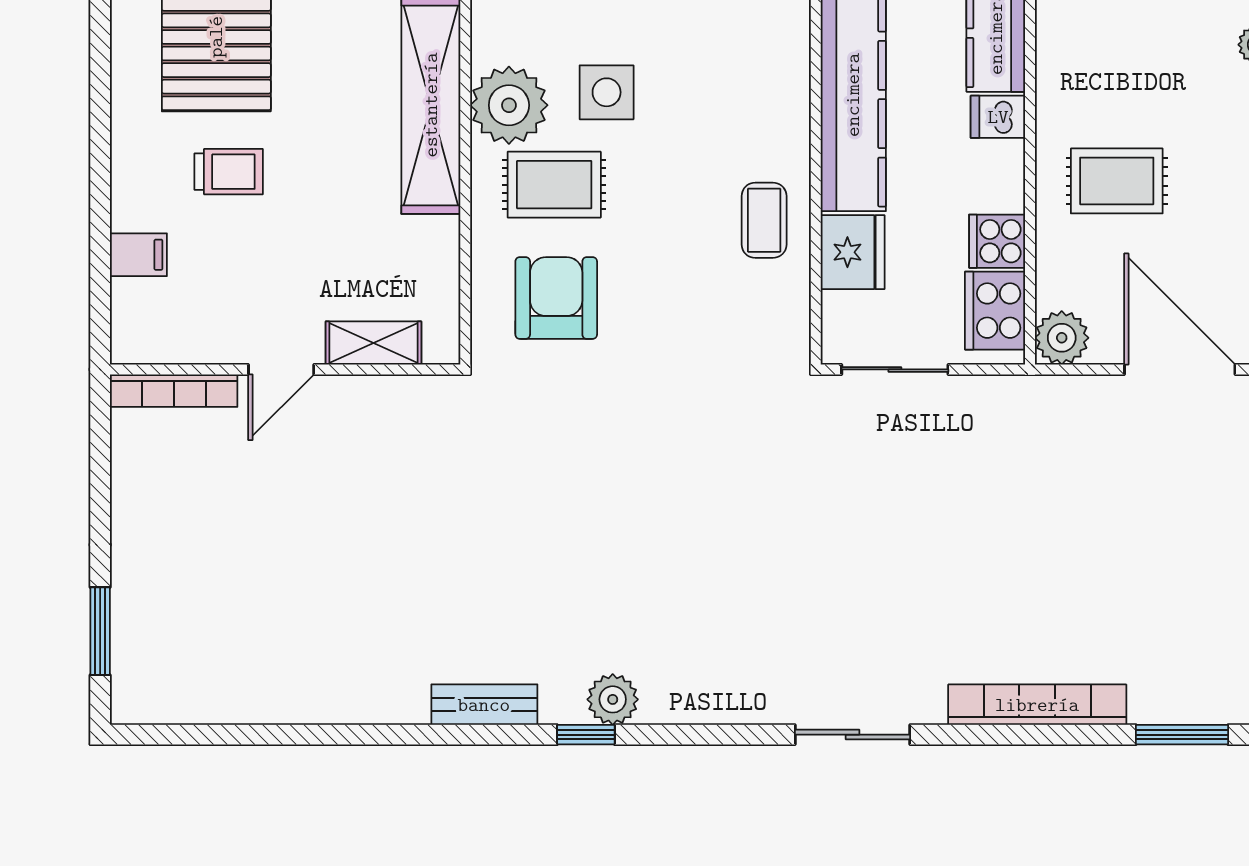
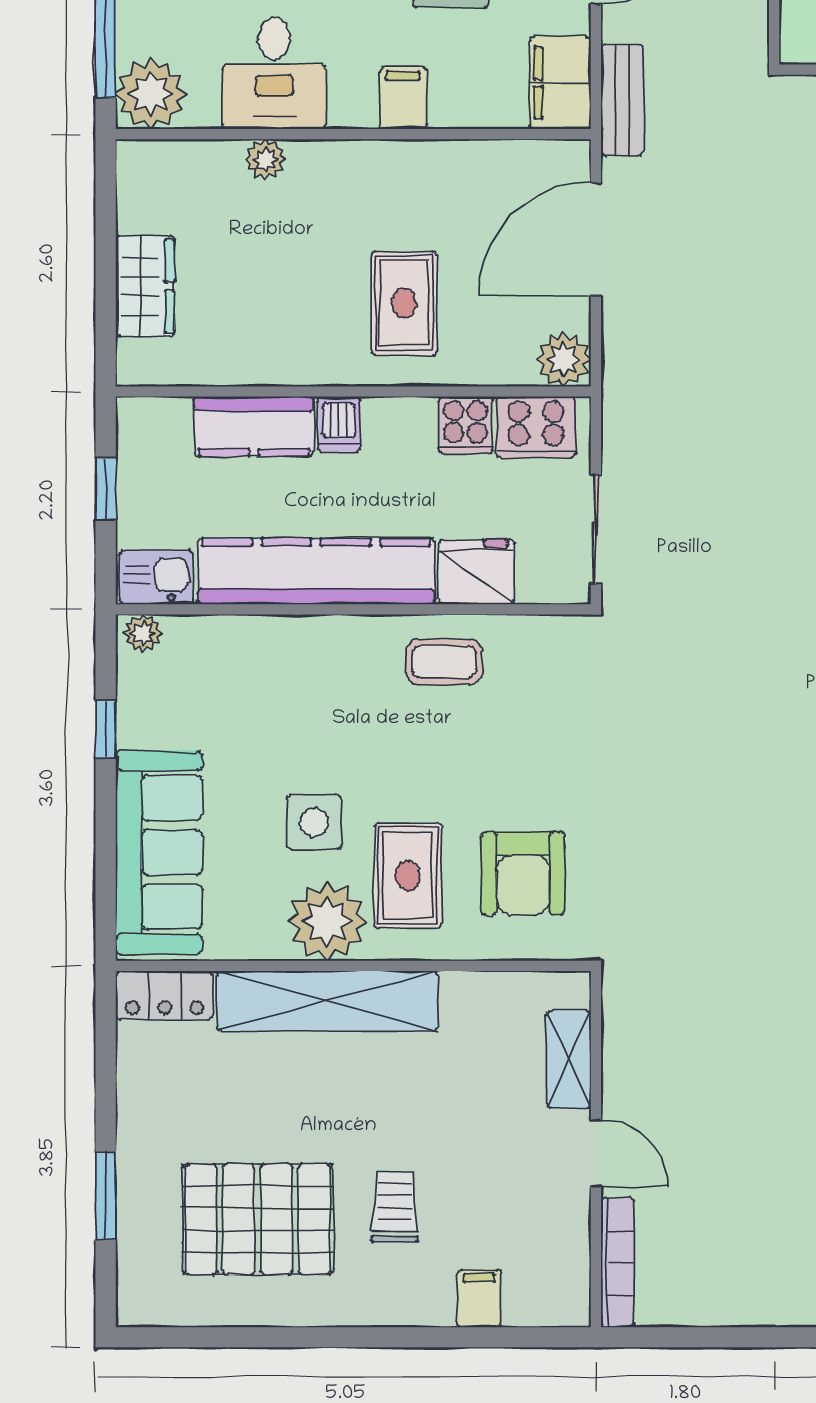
armchair: (556, 298) -> (523, 873), turned -90

